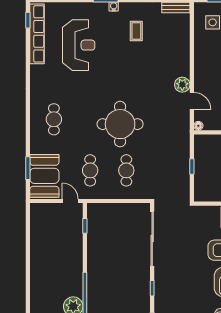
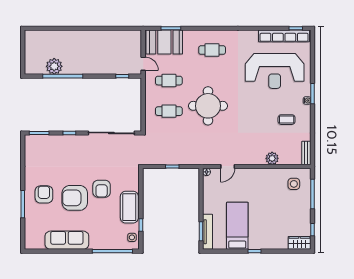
reception desk: (79, 45) -> (275, 71), width x1.36, depth x1.30
plant: (182, 85) -> (272, 158), moved
door: (70, 201) -> (143, 64), hinge flipped

